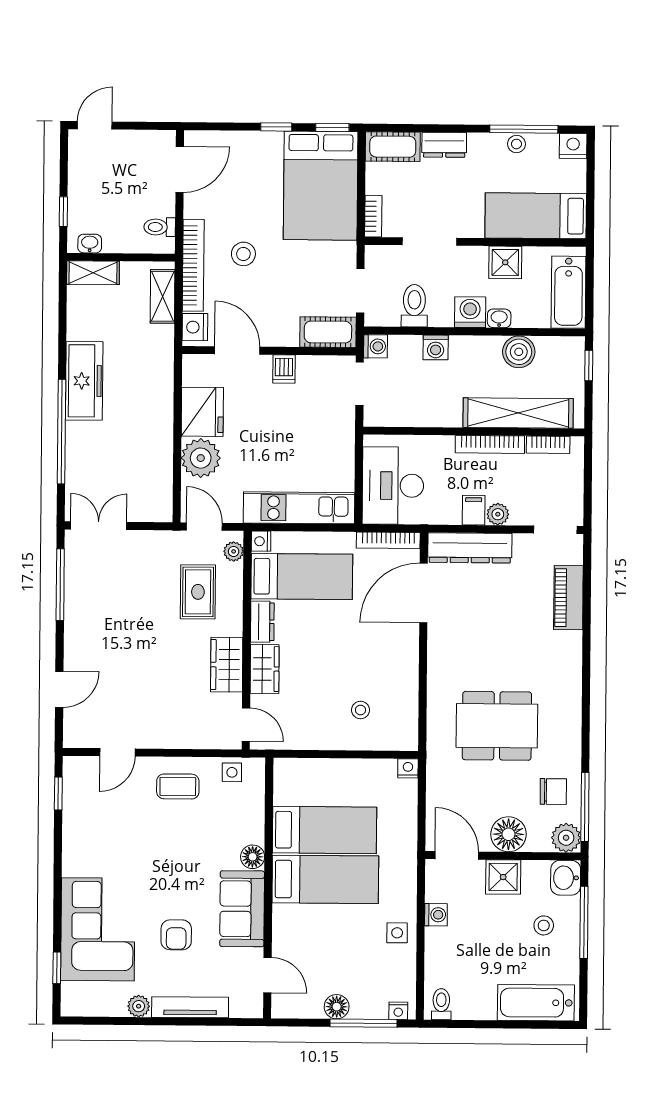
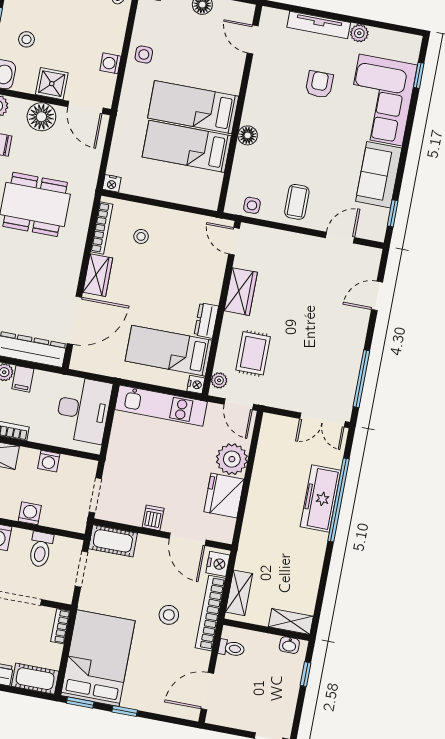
washing machine: (376, 346) -> (49, 461), moved, turned -90
freezer: (84, 381) -> (321, 499), moved
bookcase: (388, 540) -> (102, 228), moved, turned 90
wardrobe: (265, 669) -> (98, 275), moved, turned 180
coffee table: (178, 786) -> (297, 202), turned 90
sofa: (242, 909) -> (379, 175), moved, turned 180

